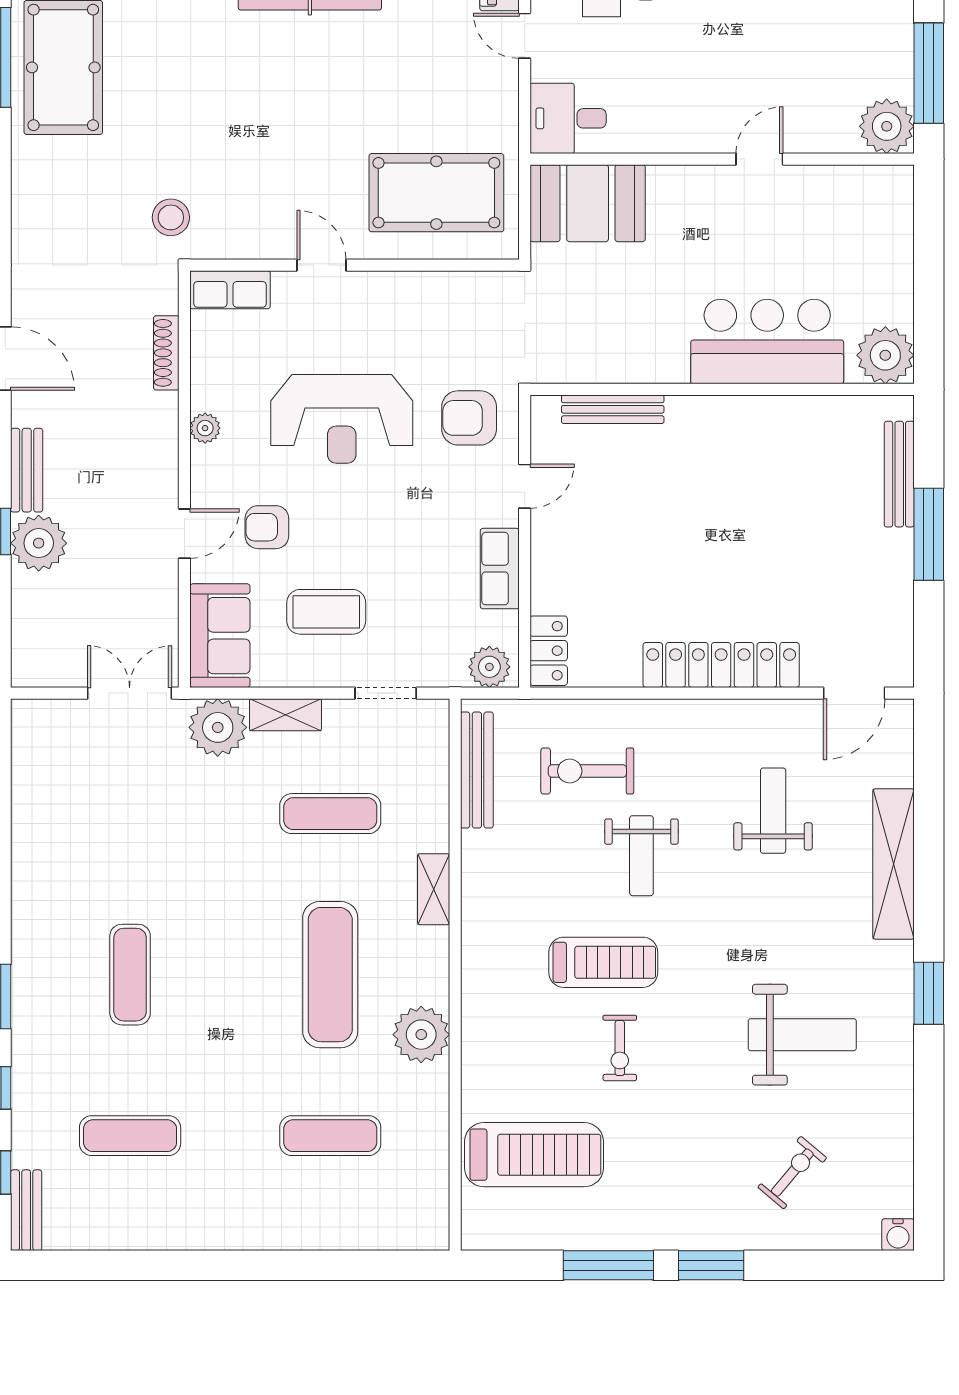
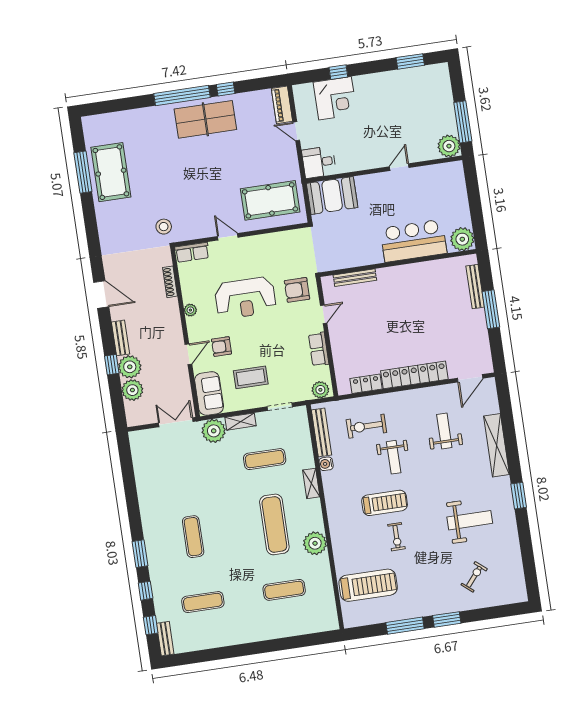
plant: (37, 600) -> (132, 390), added
locker: (549, 651) -> (366, 384), moved, turned -90
water cooler: (898, 1235) -> (326, 464), moved, turned 90

